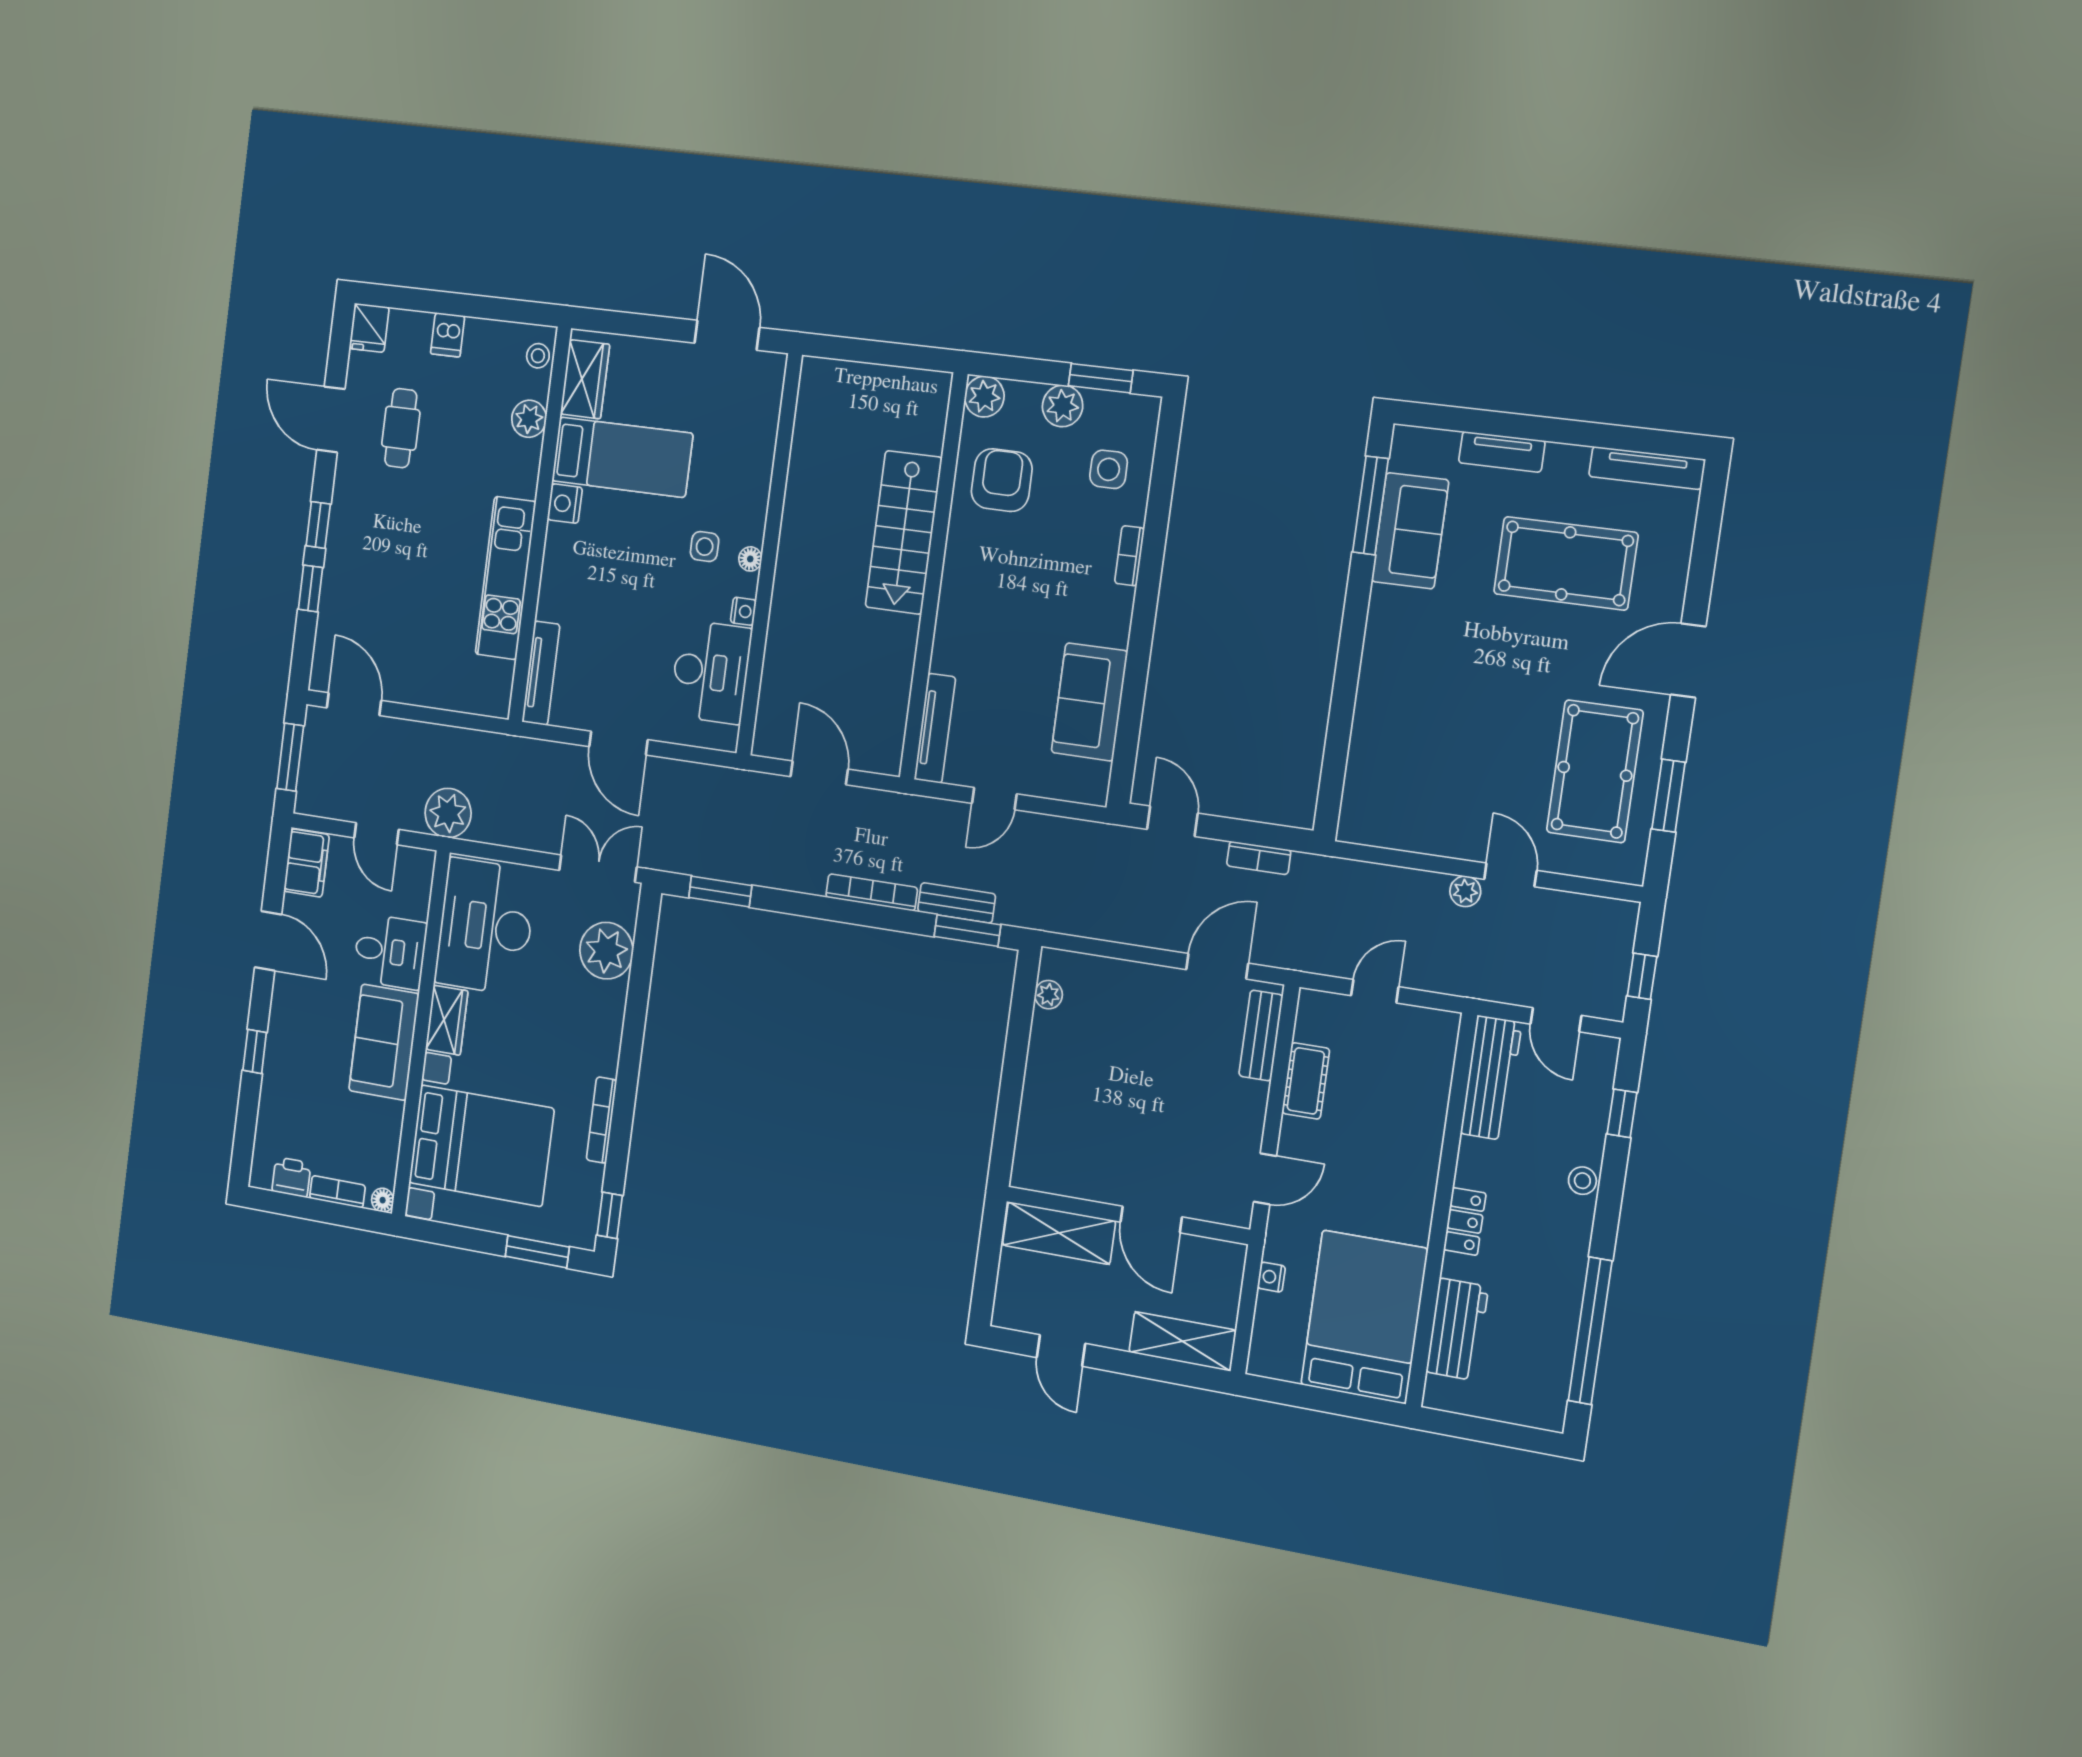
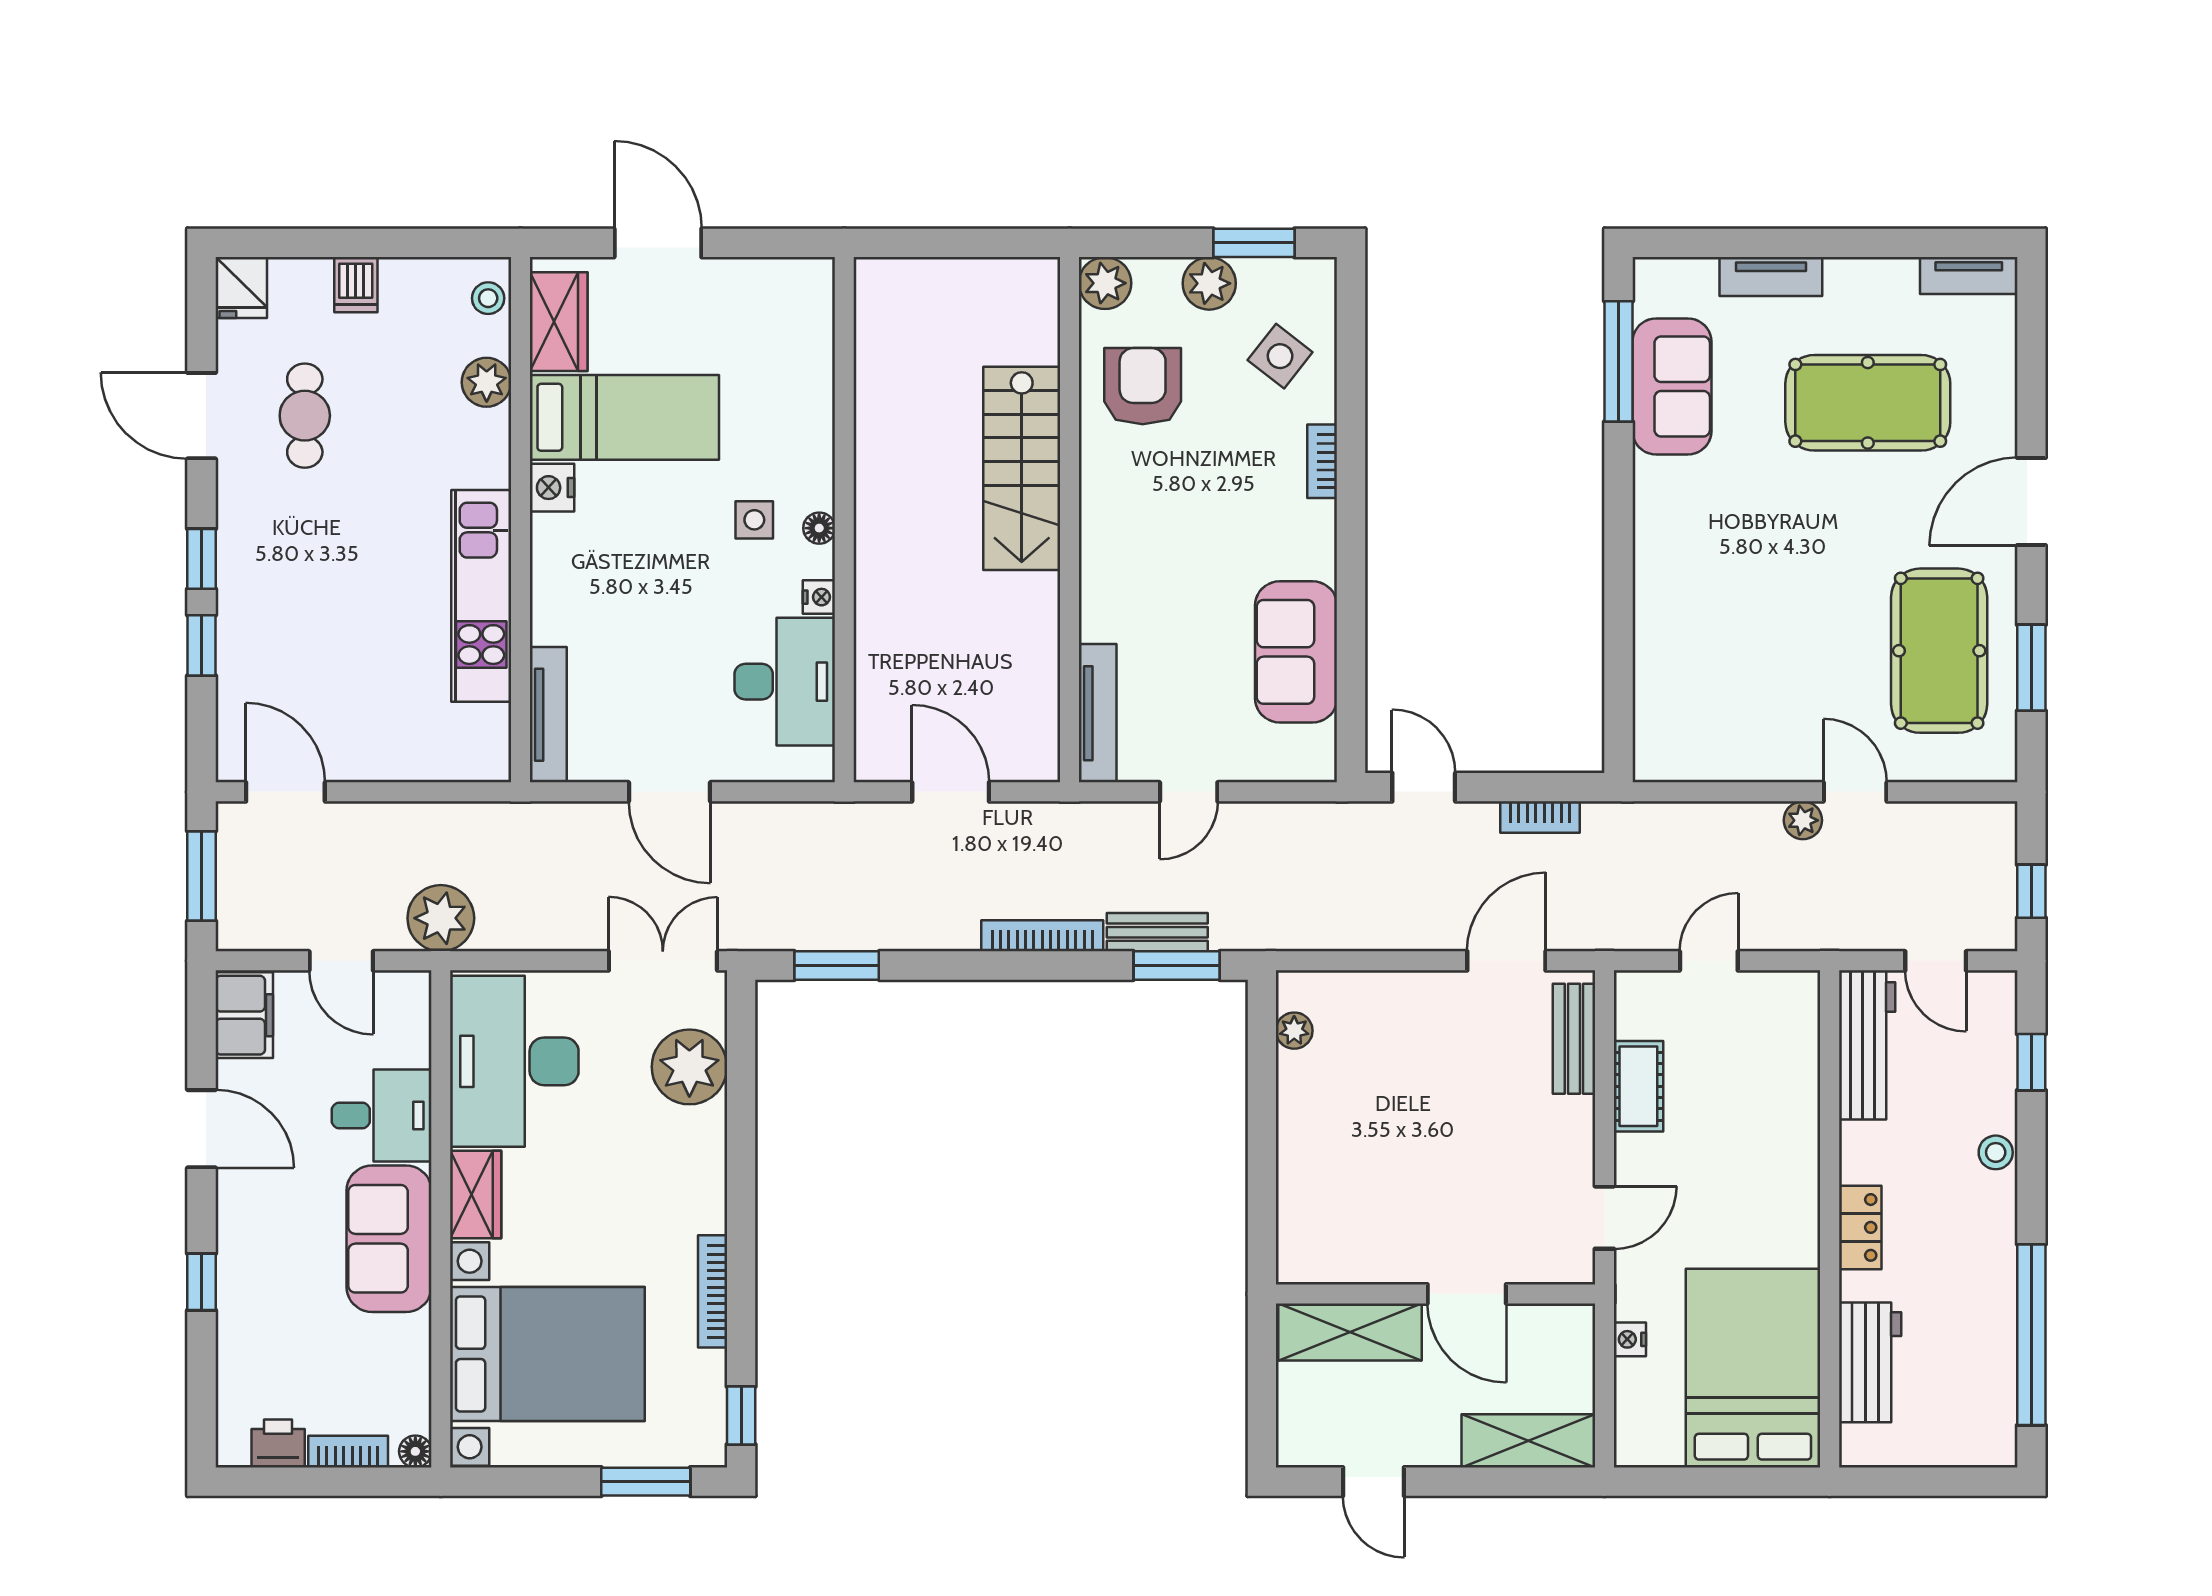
door: (727, 335) -> (658, 243), moved
tv unit: (1647, 468) -> (1969, 276), width x0.71
side table: (1109, 469) -> (1280, 356), turned 38

